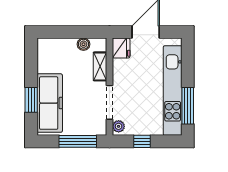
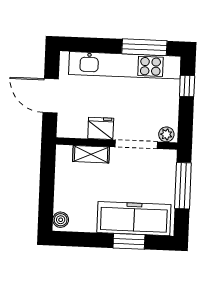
boiler: (83, 44) -> (61, 220), moved
fridge: (121, 48) -> (101, 128), moved
window: (142, 141) -> (187, 86), moved

